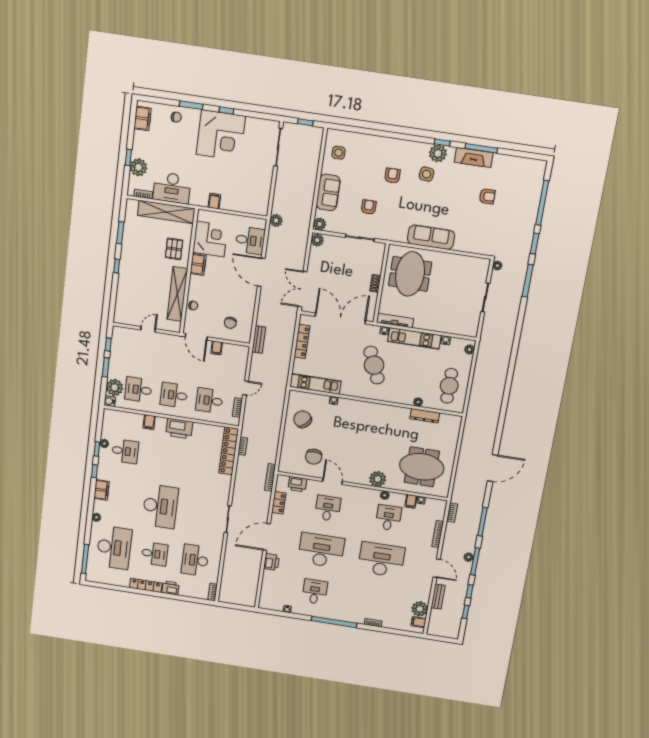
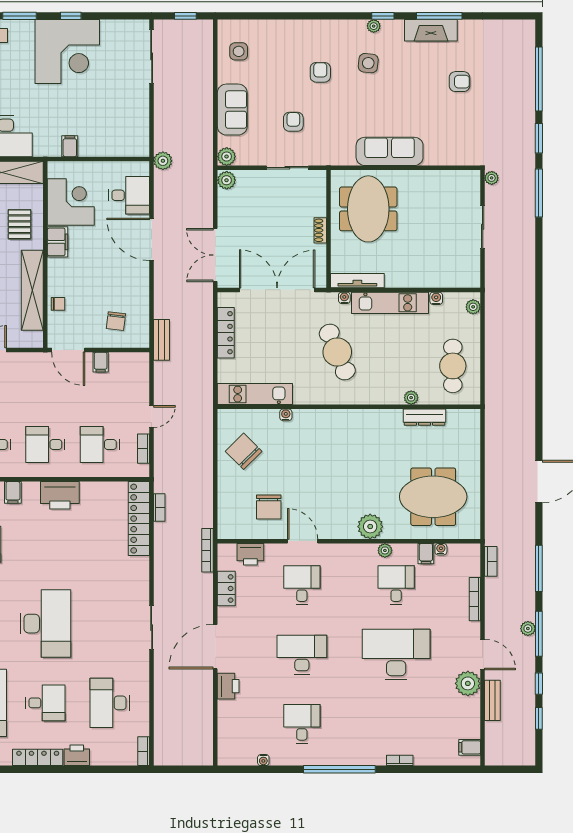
plant: (438, 153) -> (374, 26), width x0.53, depth x0.53
desk: (321, 550) -> (302, 655), width x0.73, depth x0.77
plant: (420, 609) -> (468, 683), moved

